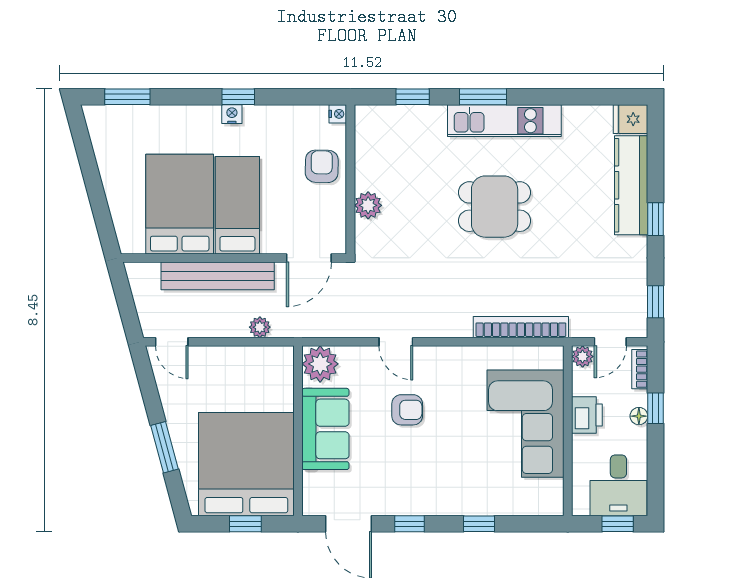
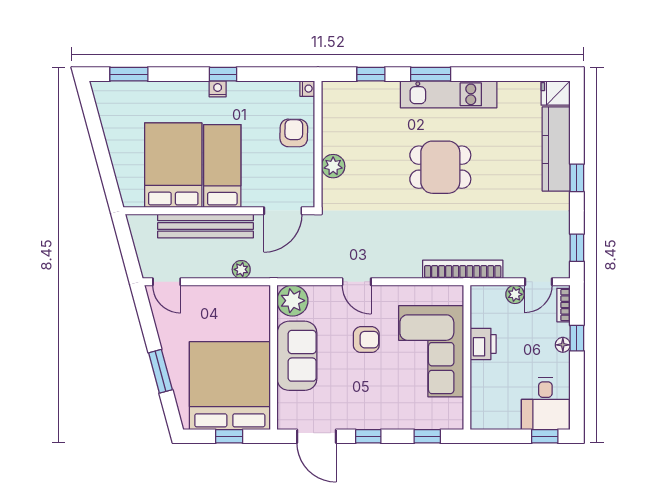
printer: (587, 415) -> (483, 344), moved
corner sofa: (526, 424) -> (431, 351), moved
wall: (568, 431) -> (467, 357), moved

